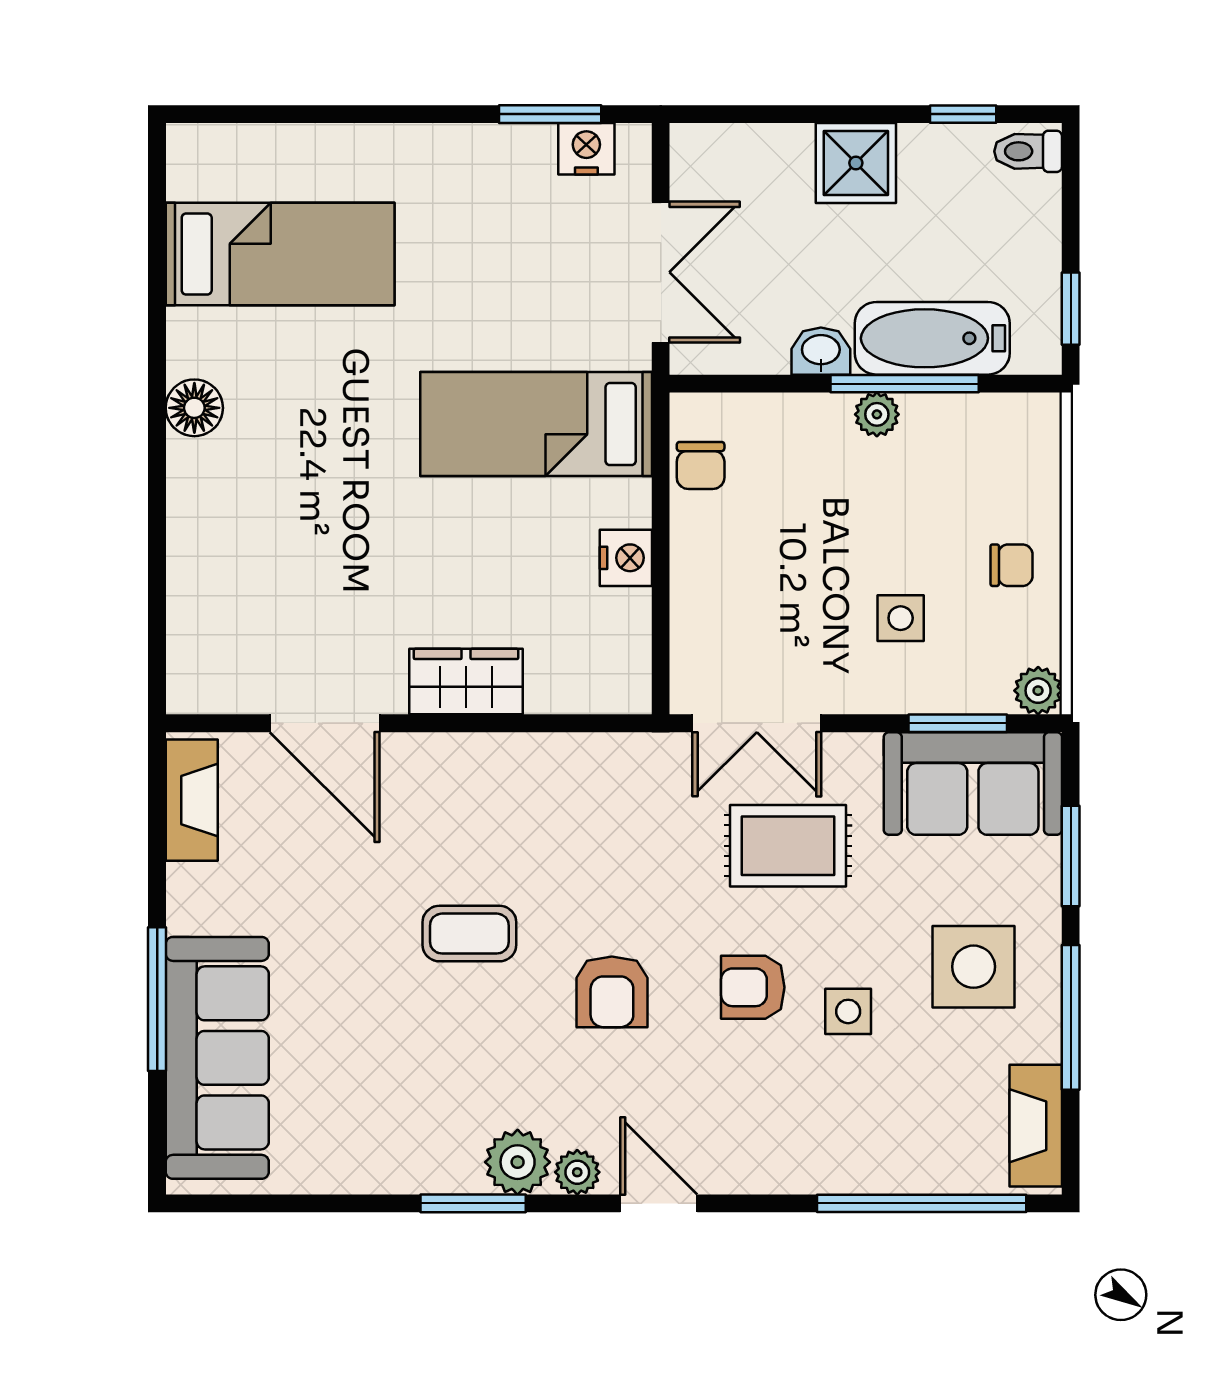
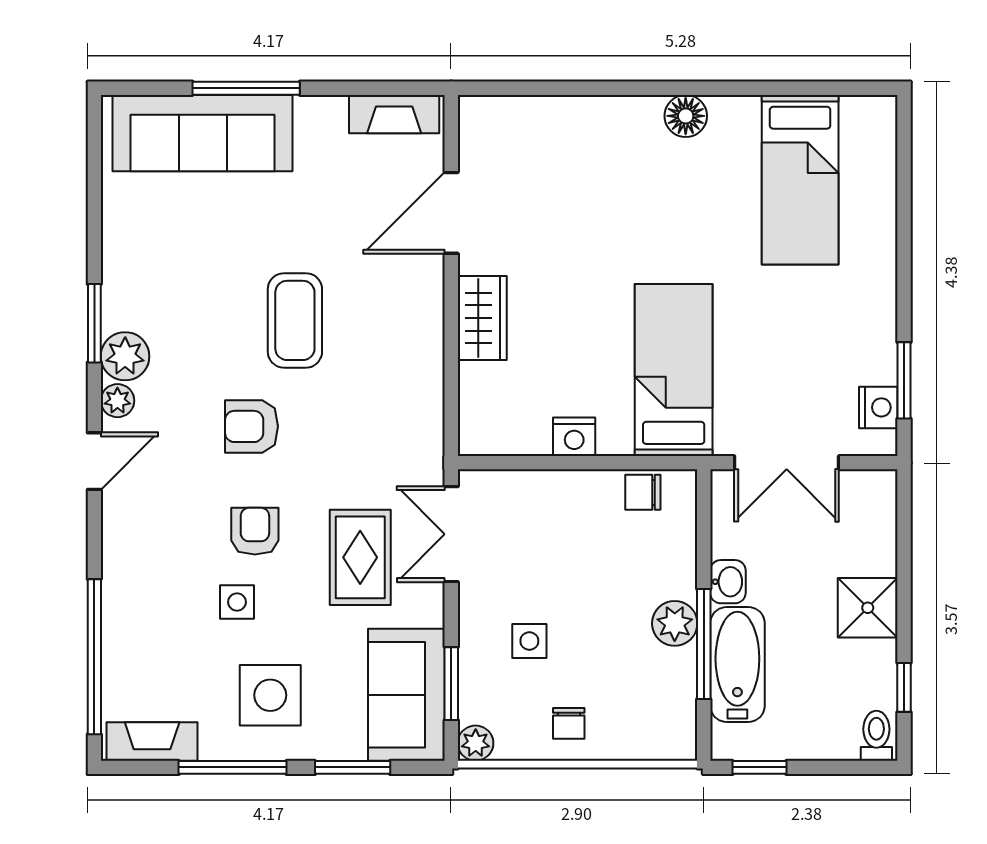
plant: (877, 414) -> (675, 623), width x1.38, depth x1.38
coffee table: (469, 934) -> (295, 320), width x1.36, depth x1.30

